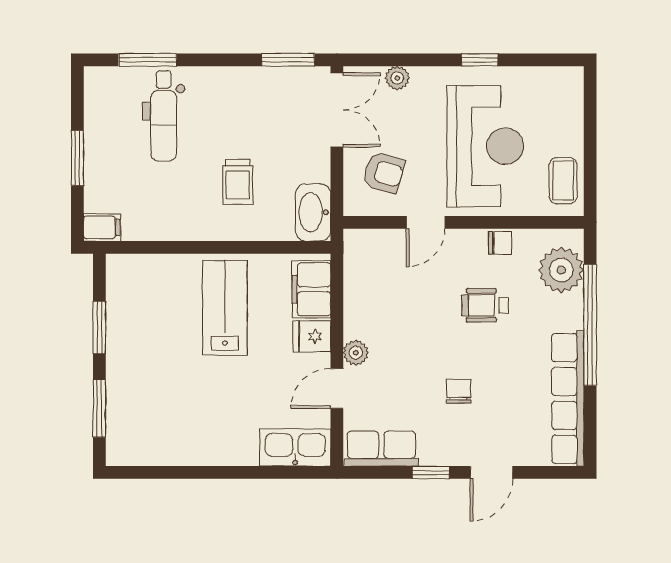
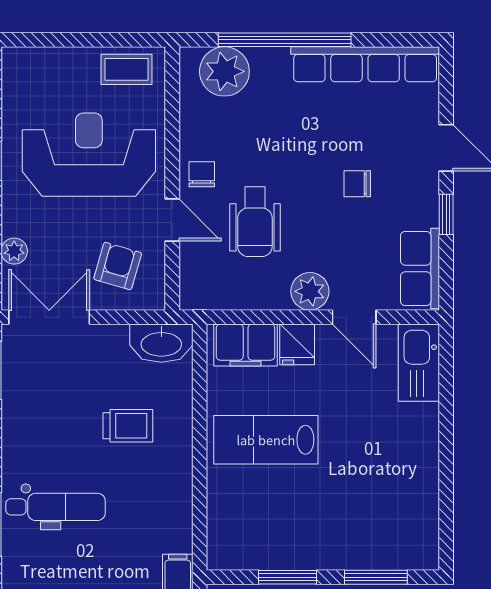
chair: (500, 243) -> (202, 174), moved
wheelchair: (485, 305) -> (255, 222), moved, width x1.36, depth x1.37
plant: (356, 353) -> (310, 291), width x1.38, depth x1.38

